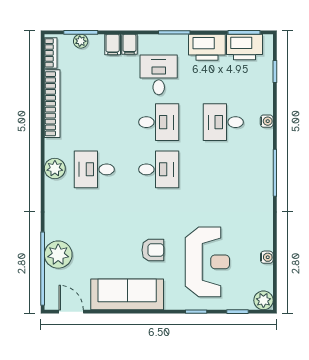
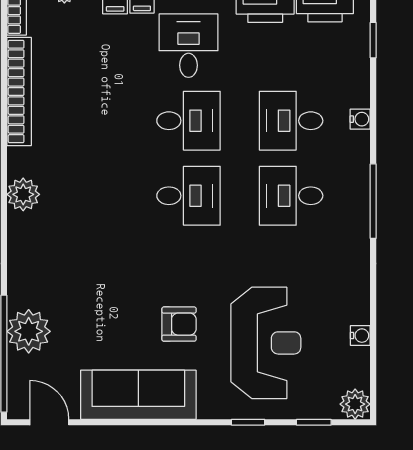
desk: (94, 169) -> (291, 196), moved

